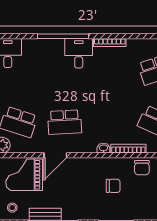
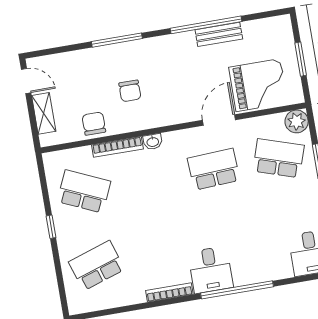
chair: (113, 186) -> (130, 91), turned -90
stool: (12, 208) -> (267, 36), removed

